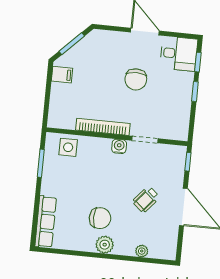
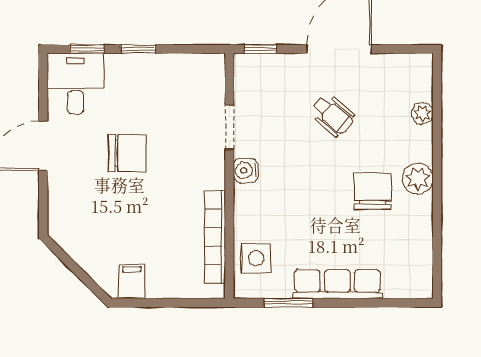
window: (72, 44) -> (77, 270), removed
bookcase: (103, 127) -> (215, 237), moved
row of seats: (46, 222) -> (337, 284), moved

